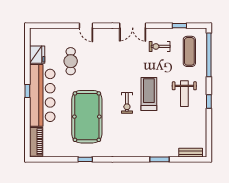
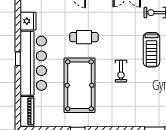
cafe table: (71, 61) -> (84, 37), moved, turned 90
treadmill: (149, 94) -> (151, 50), moved, turned 180

